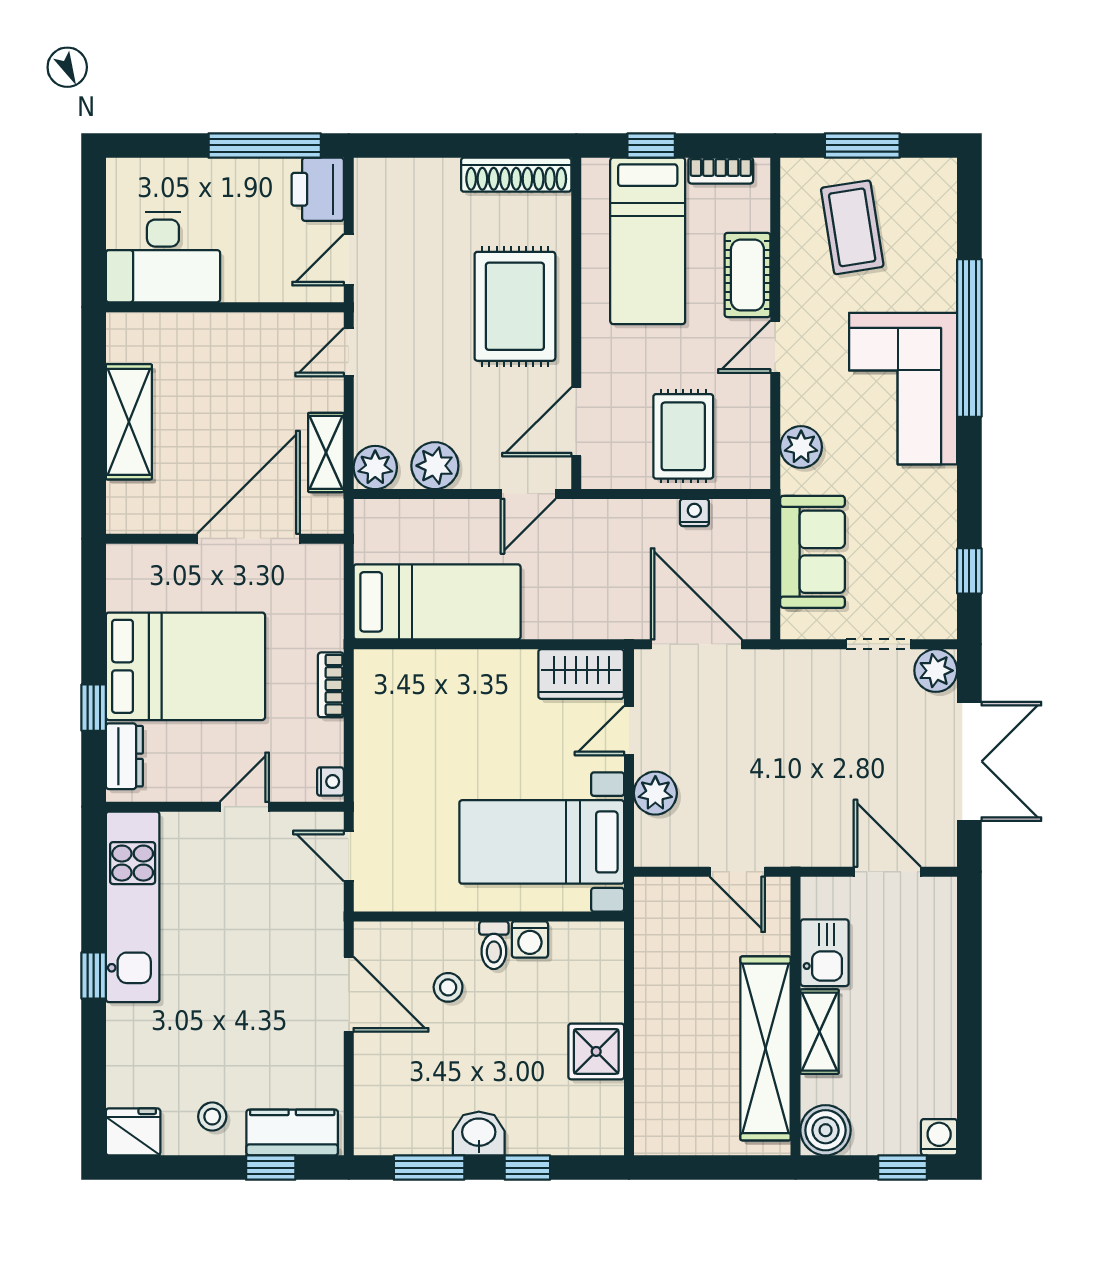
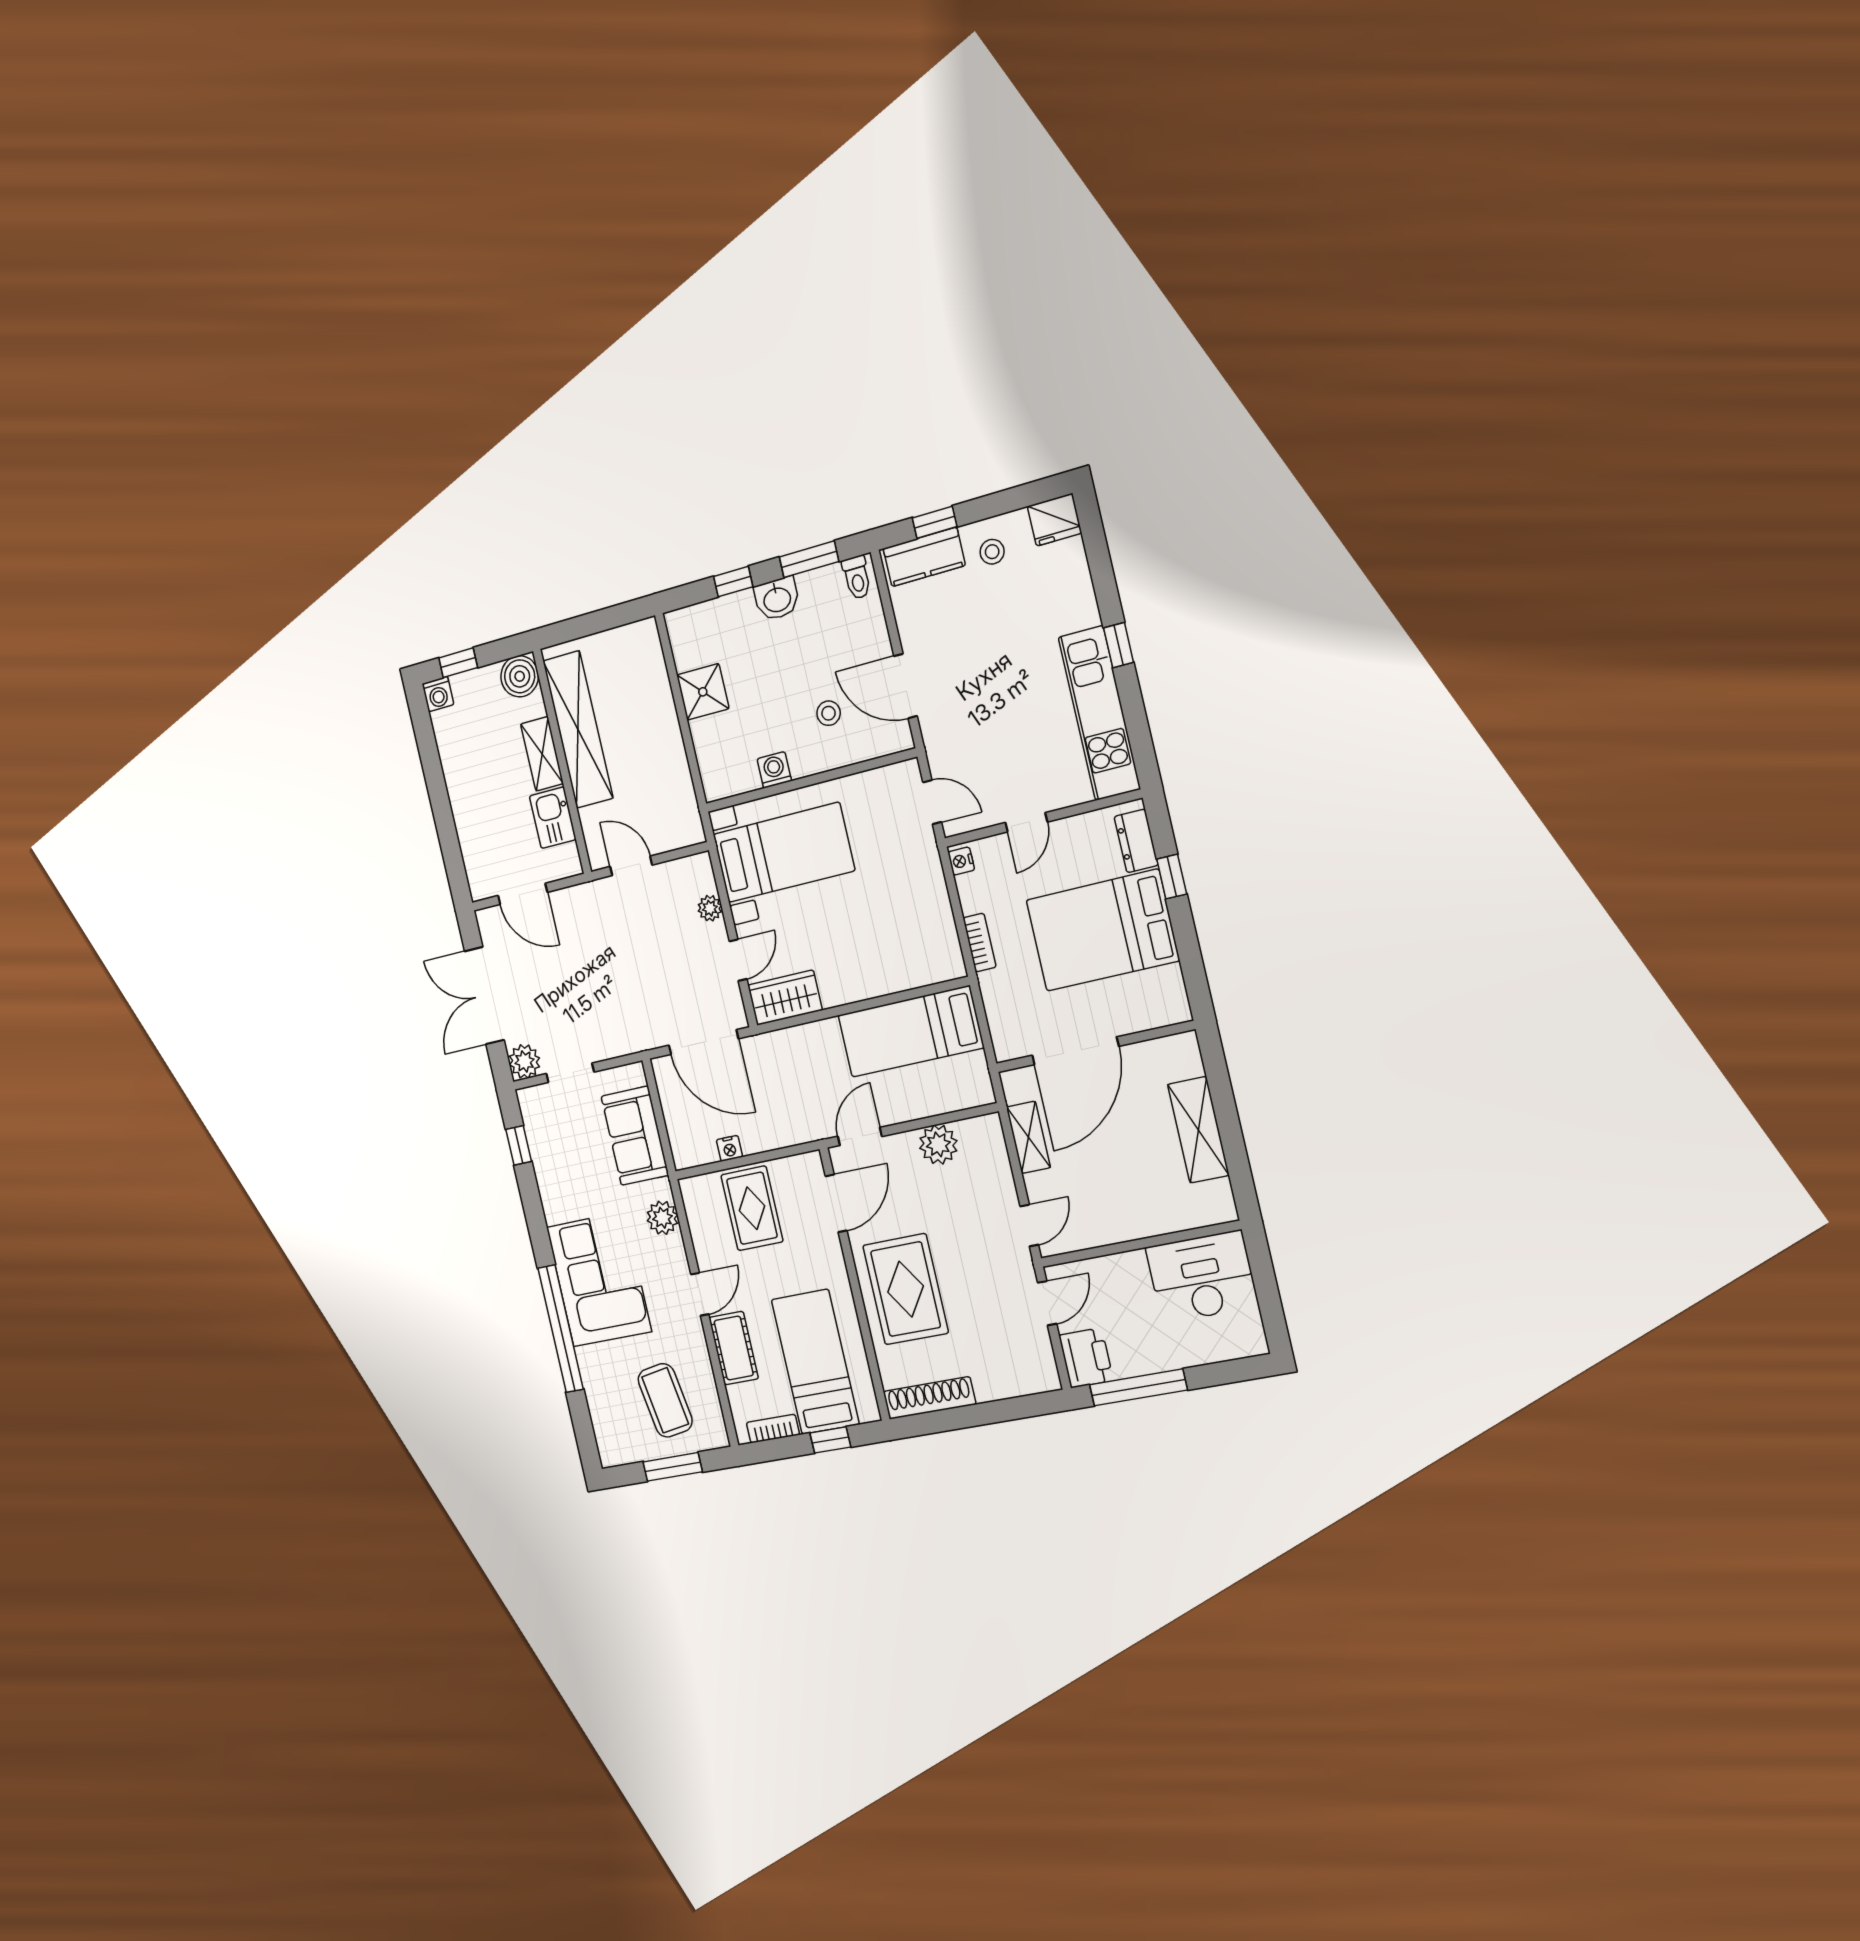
plant: (375, 467) -> (986, 1133), removed
plant: (655, 793) -> (710, 908), width x0.73, depth x0.73
toilet: (494, 945) -> (857, 577), moved, turned 180

